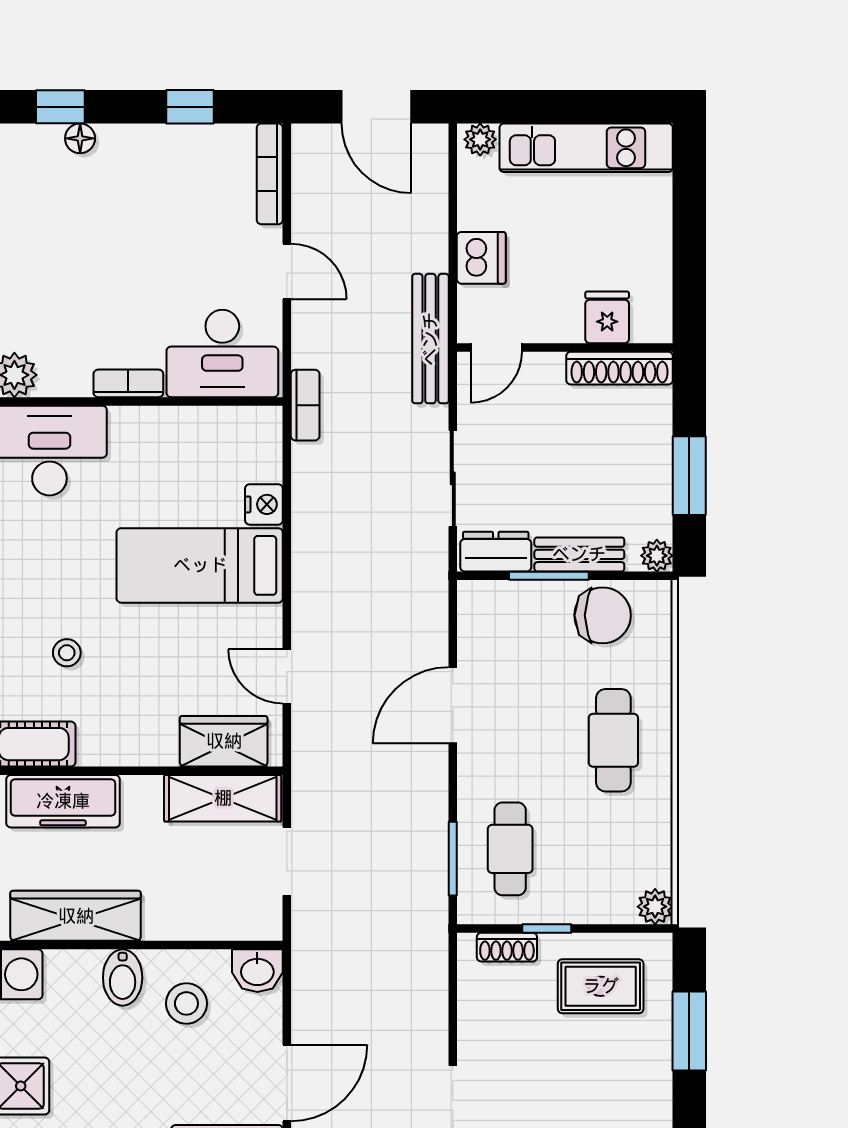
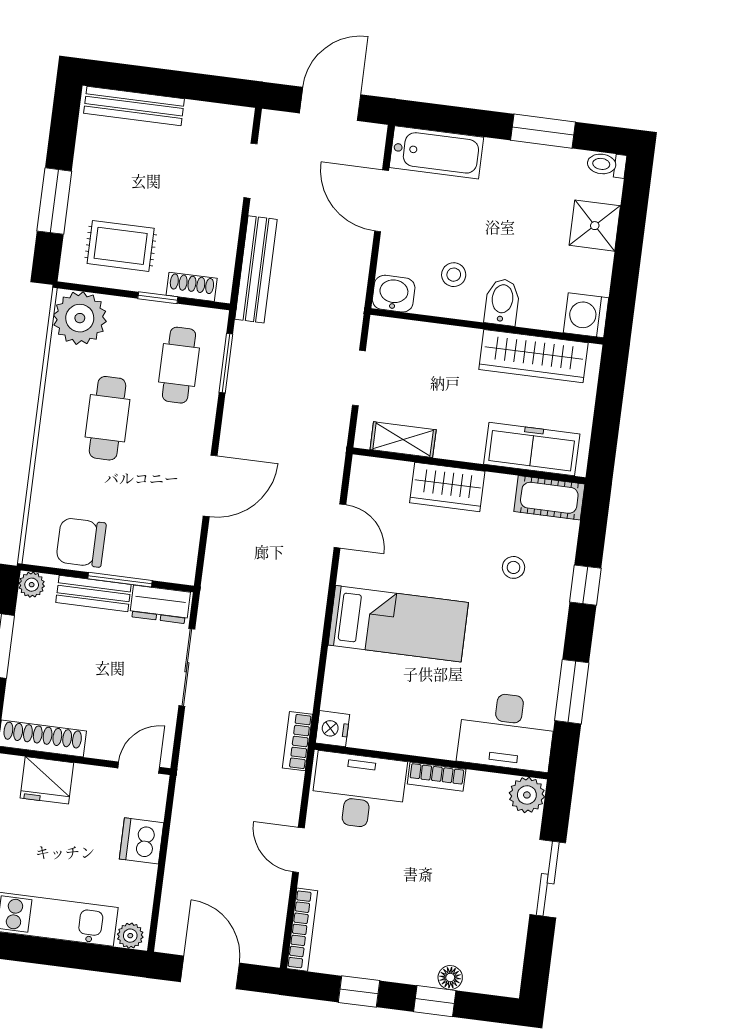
window: (60, 107) -> (435, 1001), moved
fridge: (607, 317) -> (47, 780), width x1.38
bench: (430, 339) -> (256, 269), moved
nightstand: (264, 504) -> (333, 729), moved
cafe table: (613, 740) -> (107, 418), moved
wardrobe: (224, 741) -> (447, 487), moved
shelving: (223, 798) -> (403, 440), width x0.67, depth x0.75
plant: (655, 907) -> (80, 318), width x1.88, depth x1.88
stool: (186, 1003) -> (454, 275), width x0.73, depth x0.73
door: (287, 1083) -> (382, 201), hinge flipped

